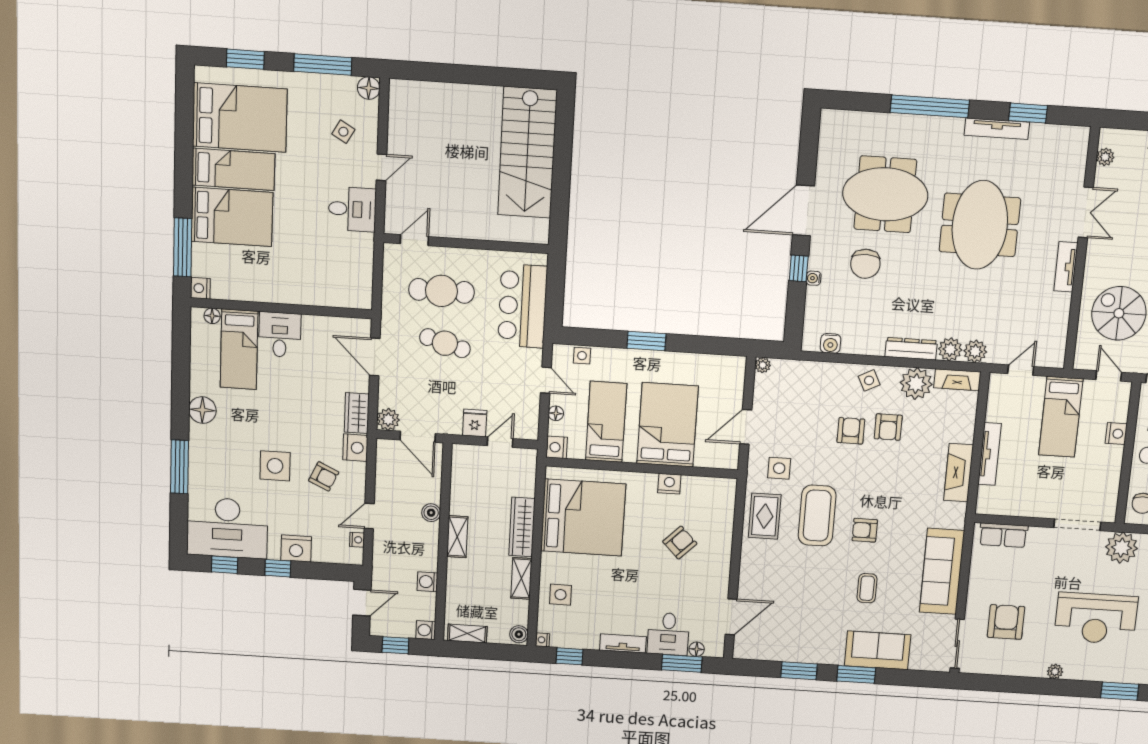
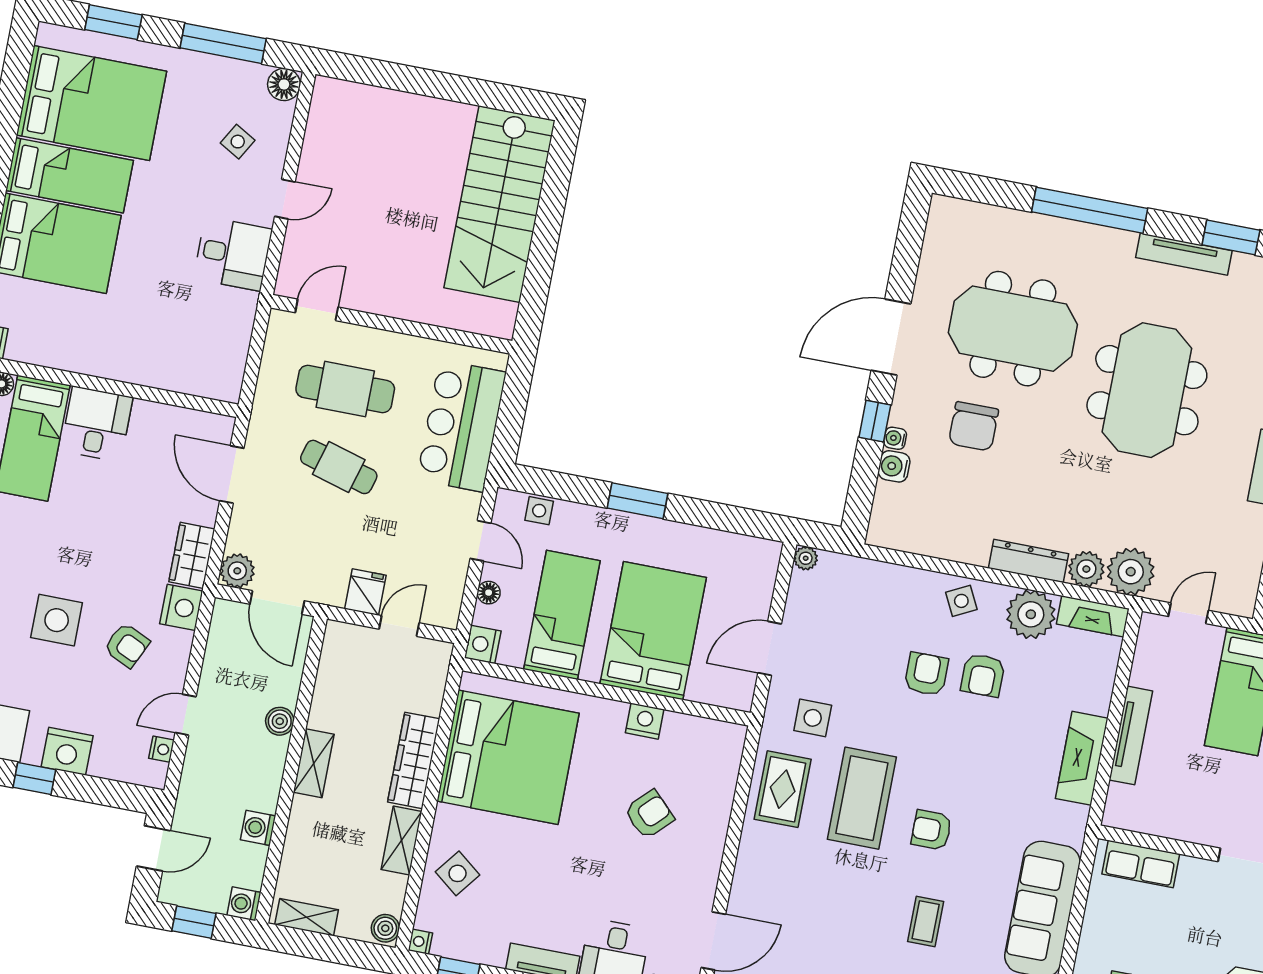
water cooler: (830, 343) -> (894, 466), moved, turned 90
plant: (975, 351) -> (1131, 572), width x1.36, depth x1.36
side table: (560, 595) -> (458, 873), turned 38

